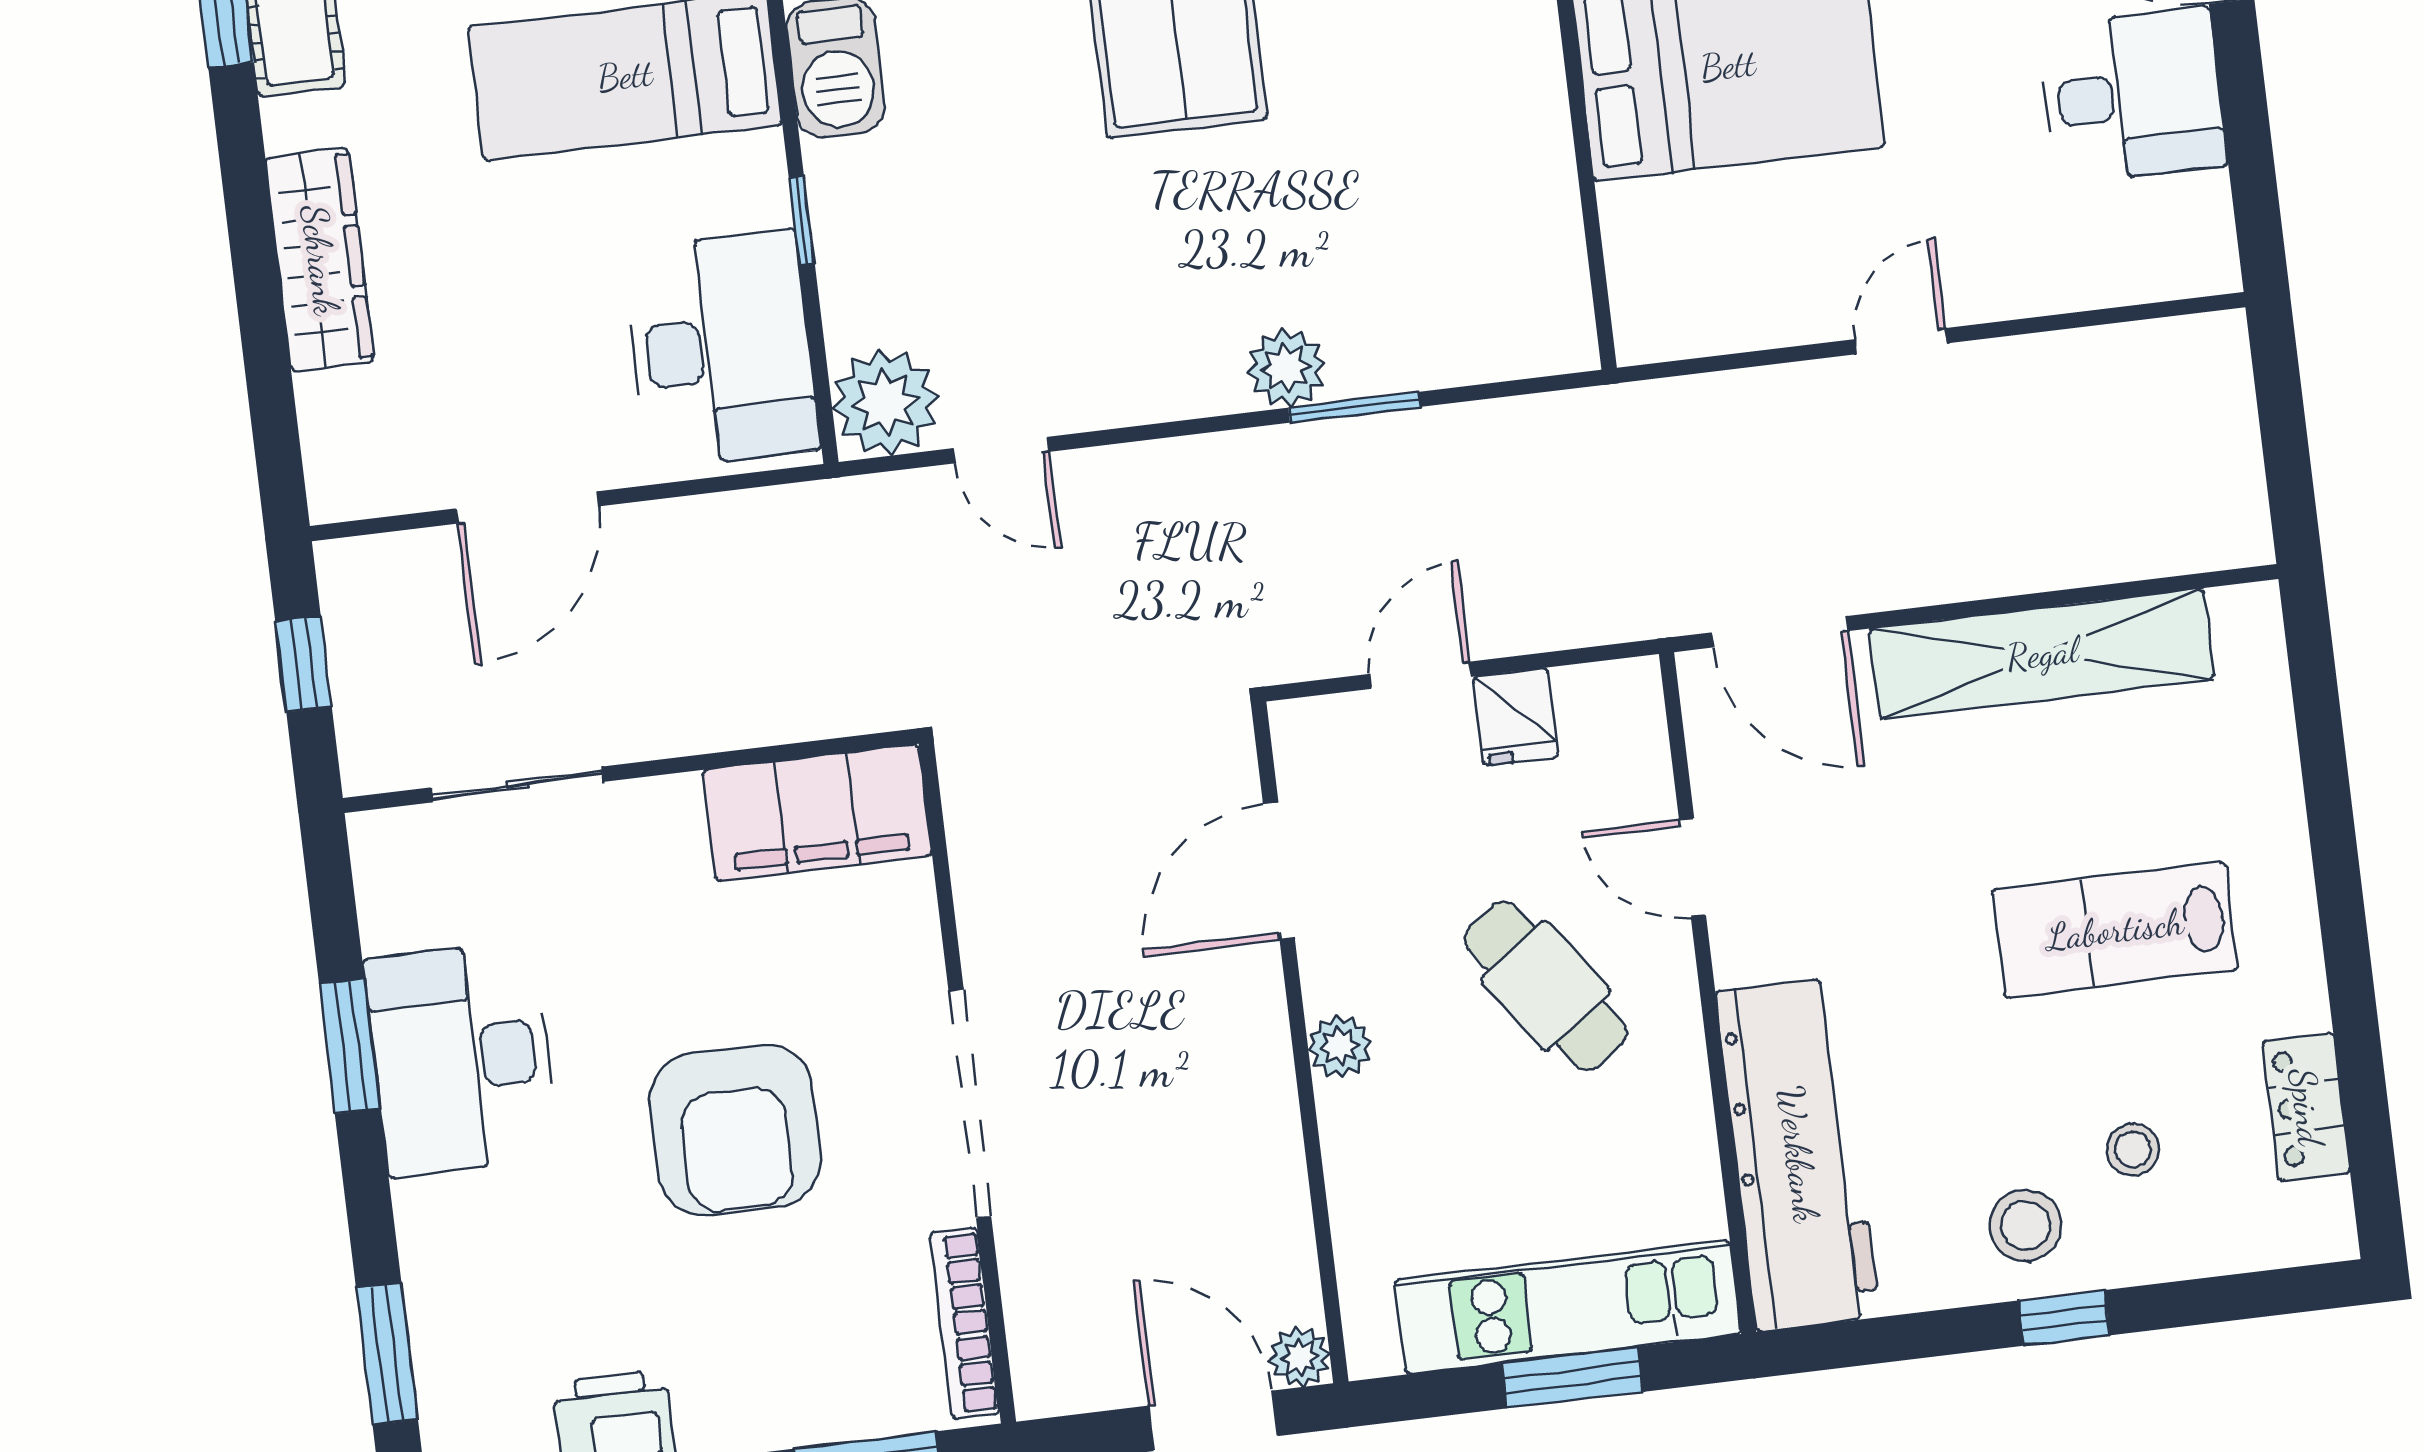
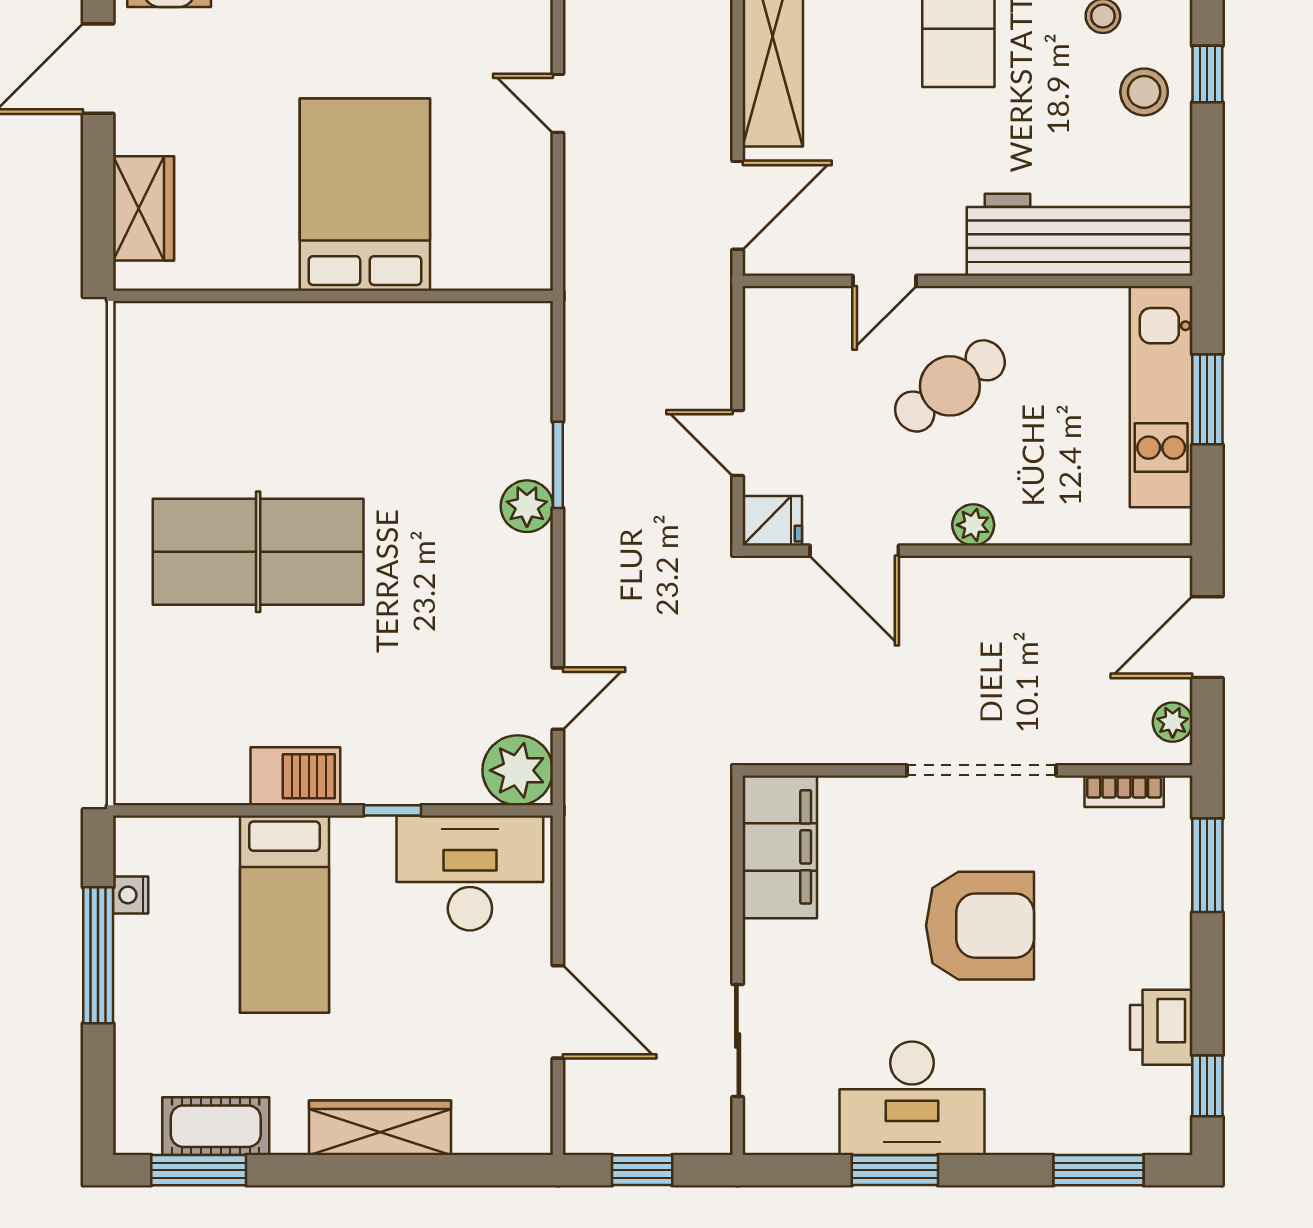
fridge: (1516, 717) -> (772, 521), moved
bookcase: (965, 1323) -> (1124, 791), width x0.64
plant: (1300, 1357) -> (1173, 722), moved

